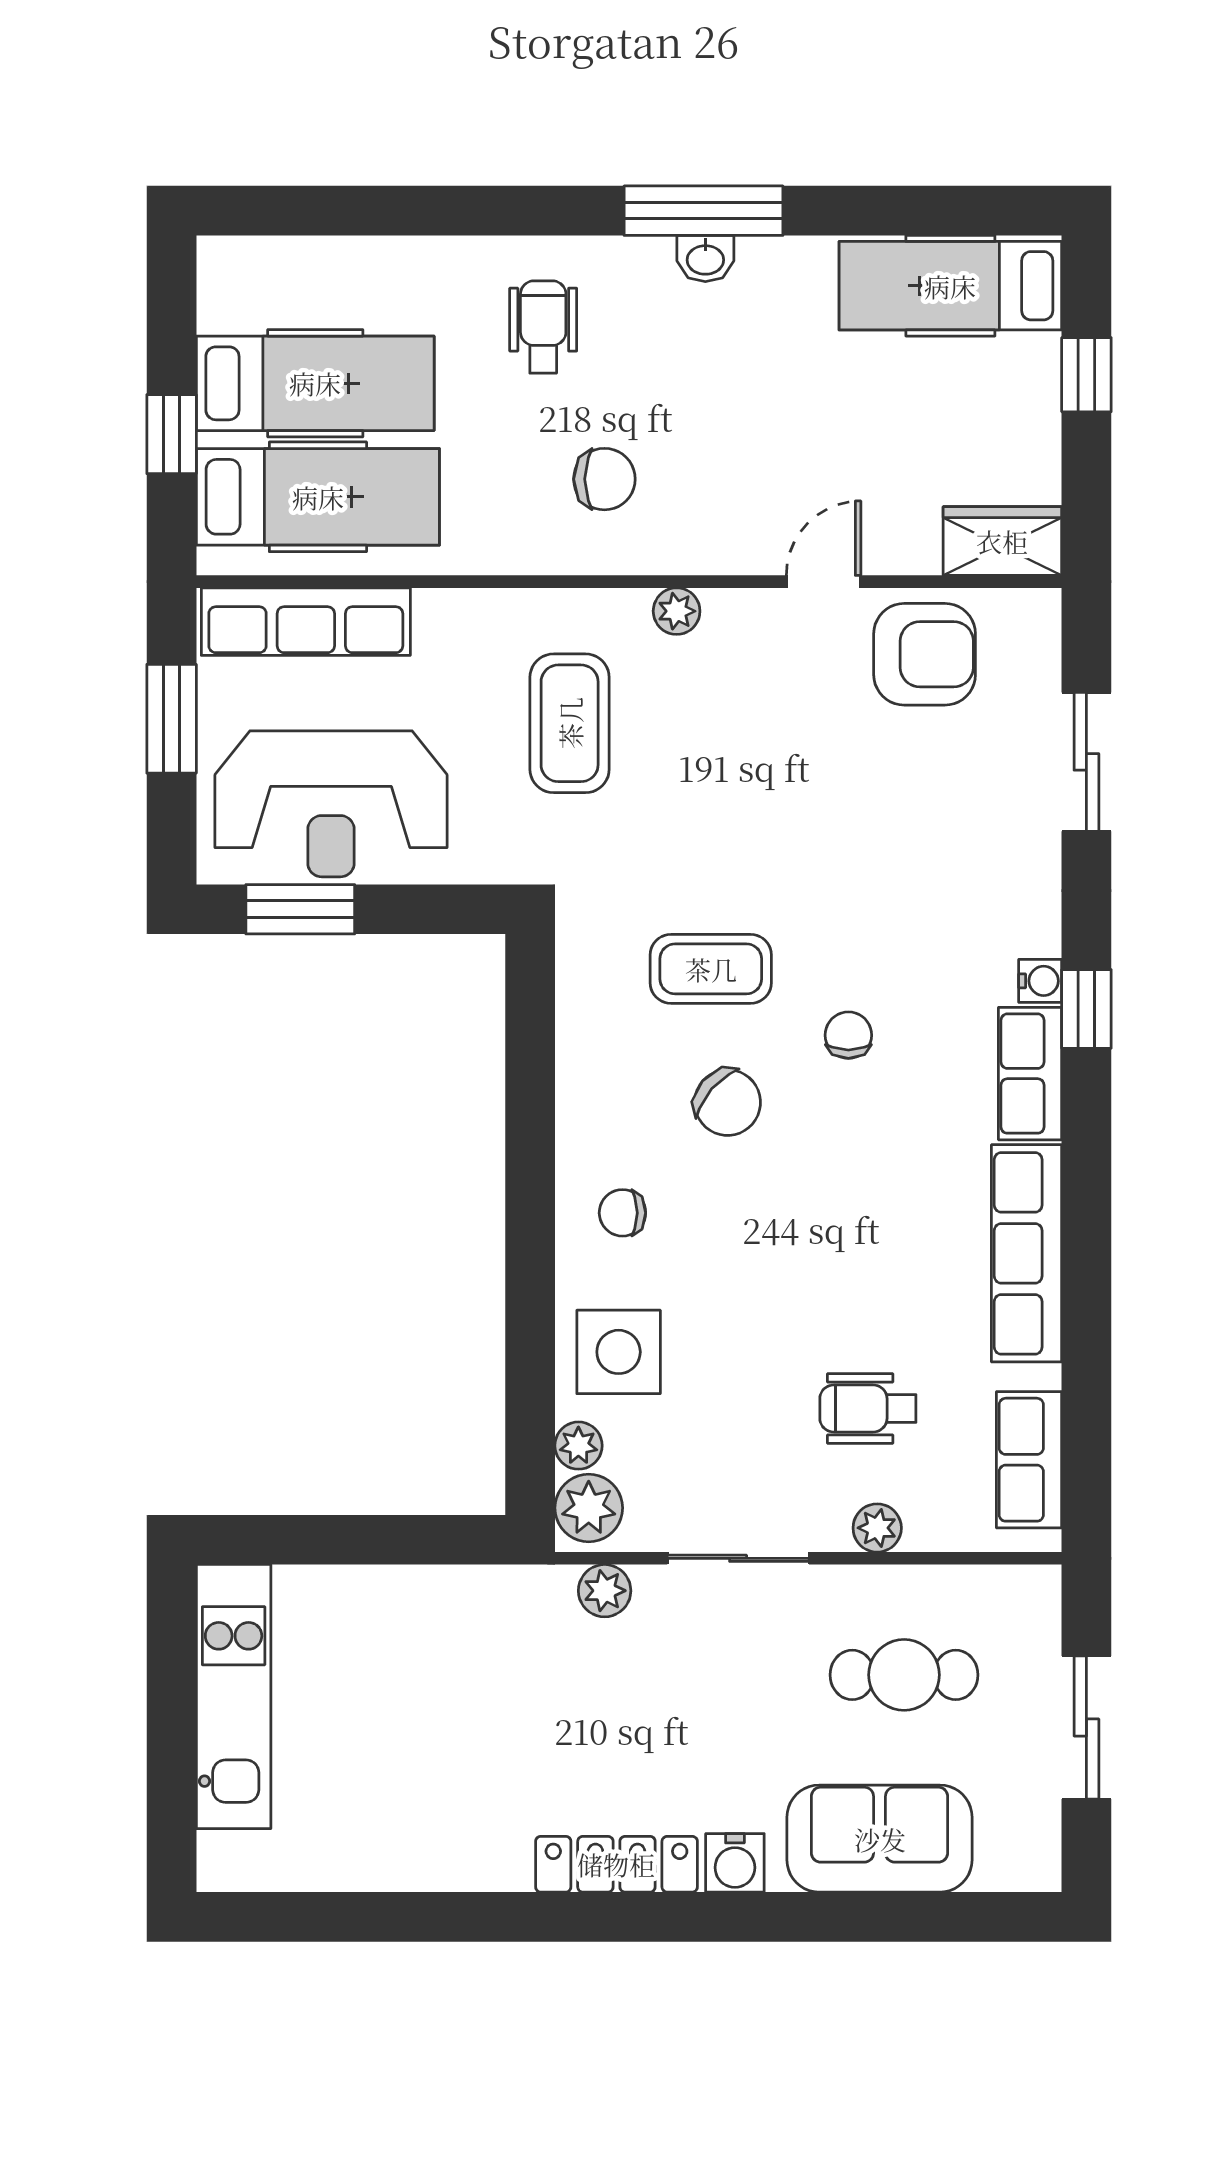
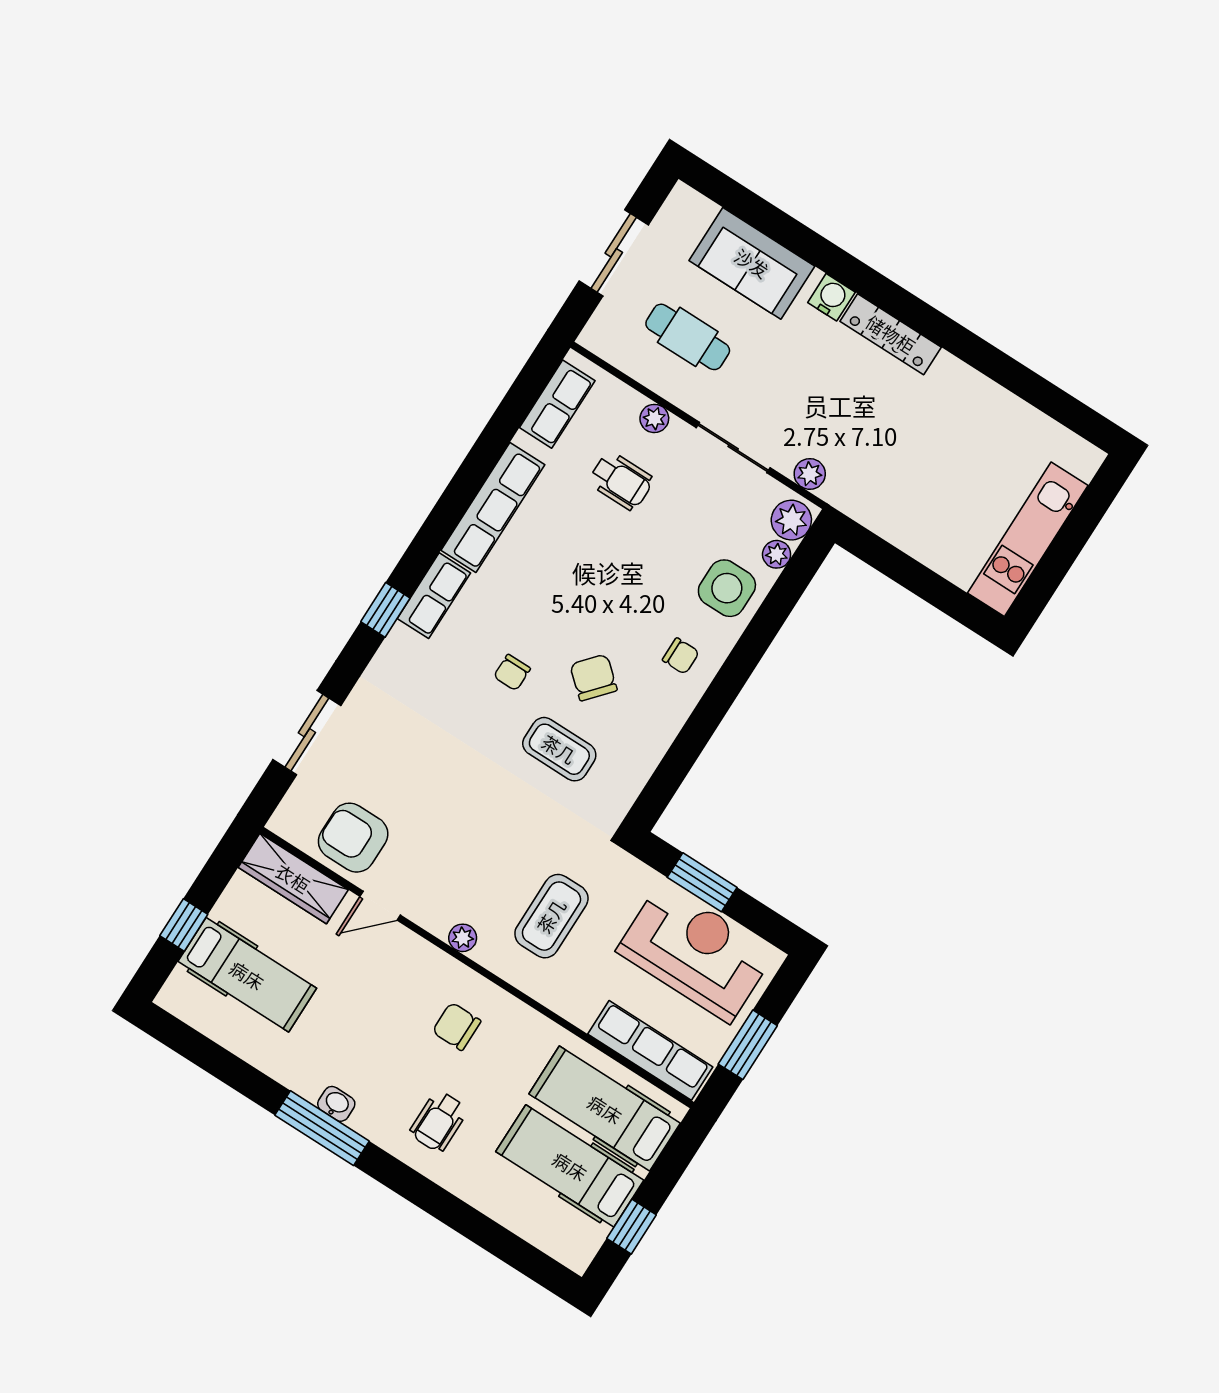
hospital bed: (950, 286) -> (247, 975), moved
window: (172, 434) -> (632, 1227), moved
wardrobe: (1002, 541) -> (293, 878), width x1.50
window: (300, 909) -> (702, 882), moved
water cooler: (1040, 981) -> (399, 639), removed

